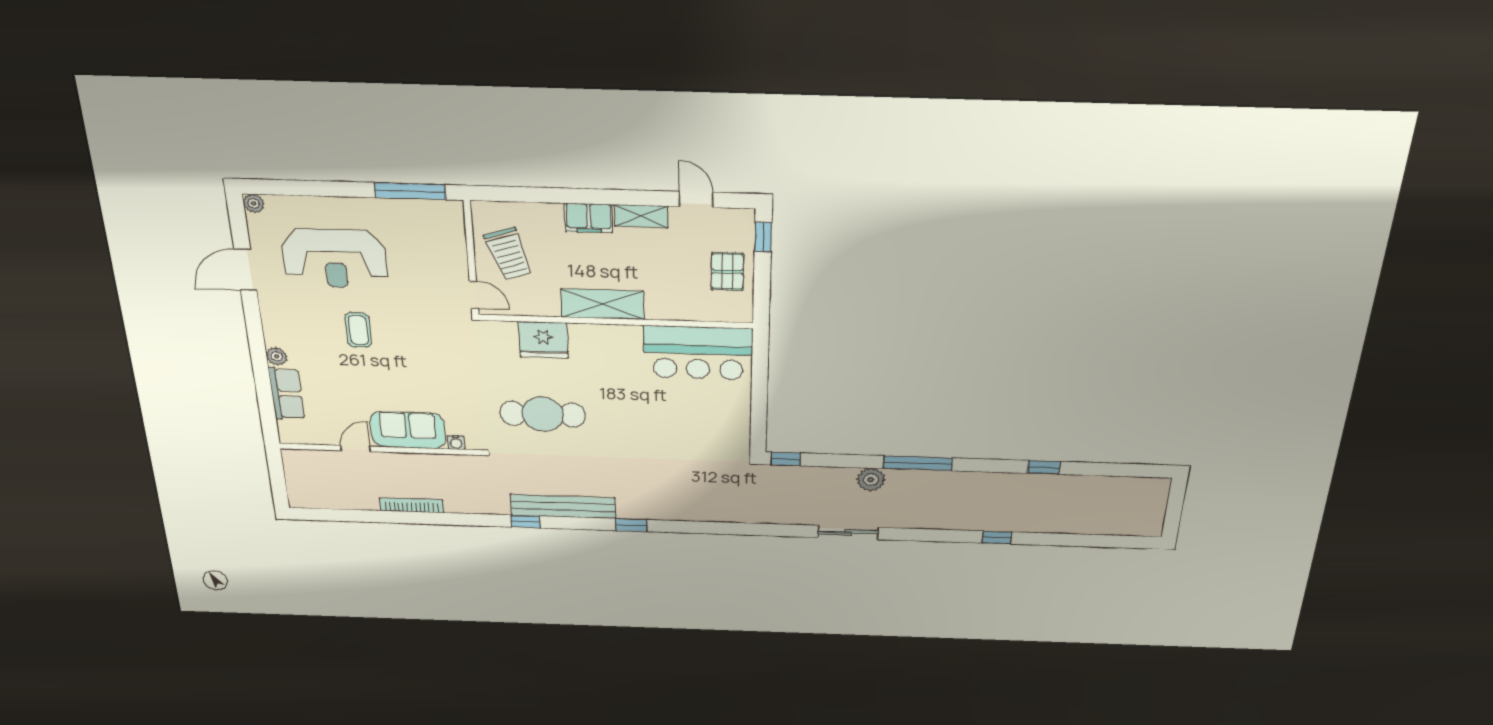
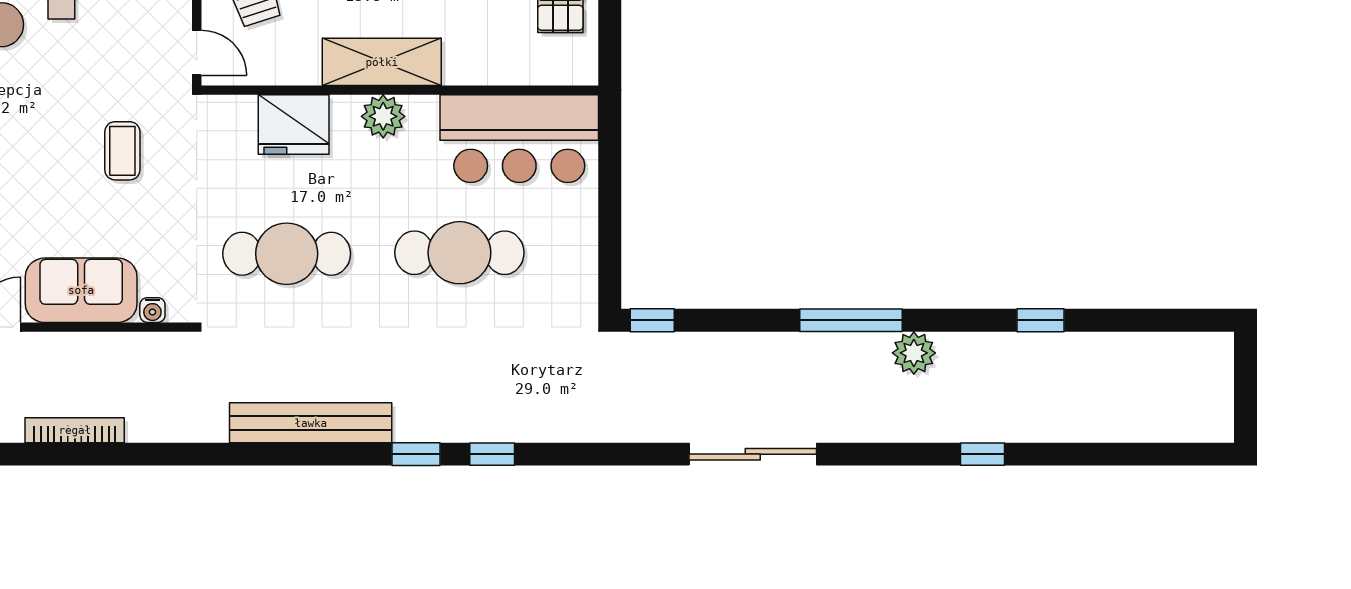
coffee table: (358, 330) -> (122, 151), moved
plant: (605, 337) -> (383, 116), added
cafe table: (658, 417) -> (459, 253), added
plant: (871, 480) -> (914, 353), moved
window: (525, 522) -> (492, 454), moved
sliding door: (848, 532) -> (753, 454), width x1.37

